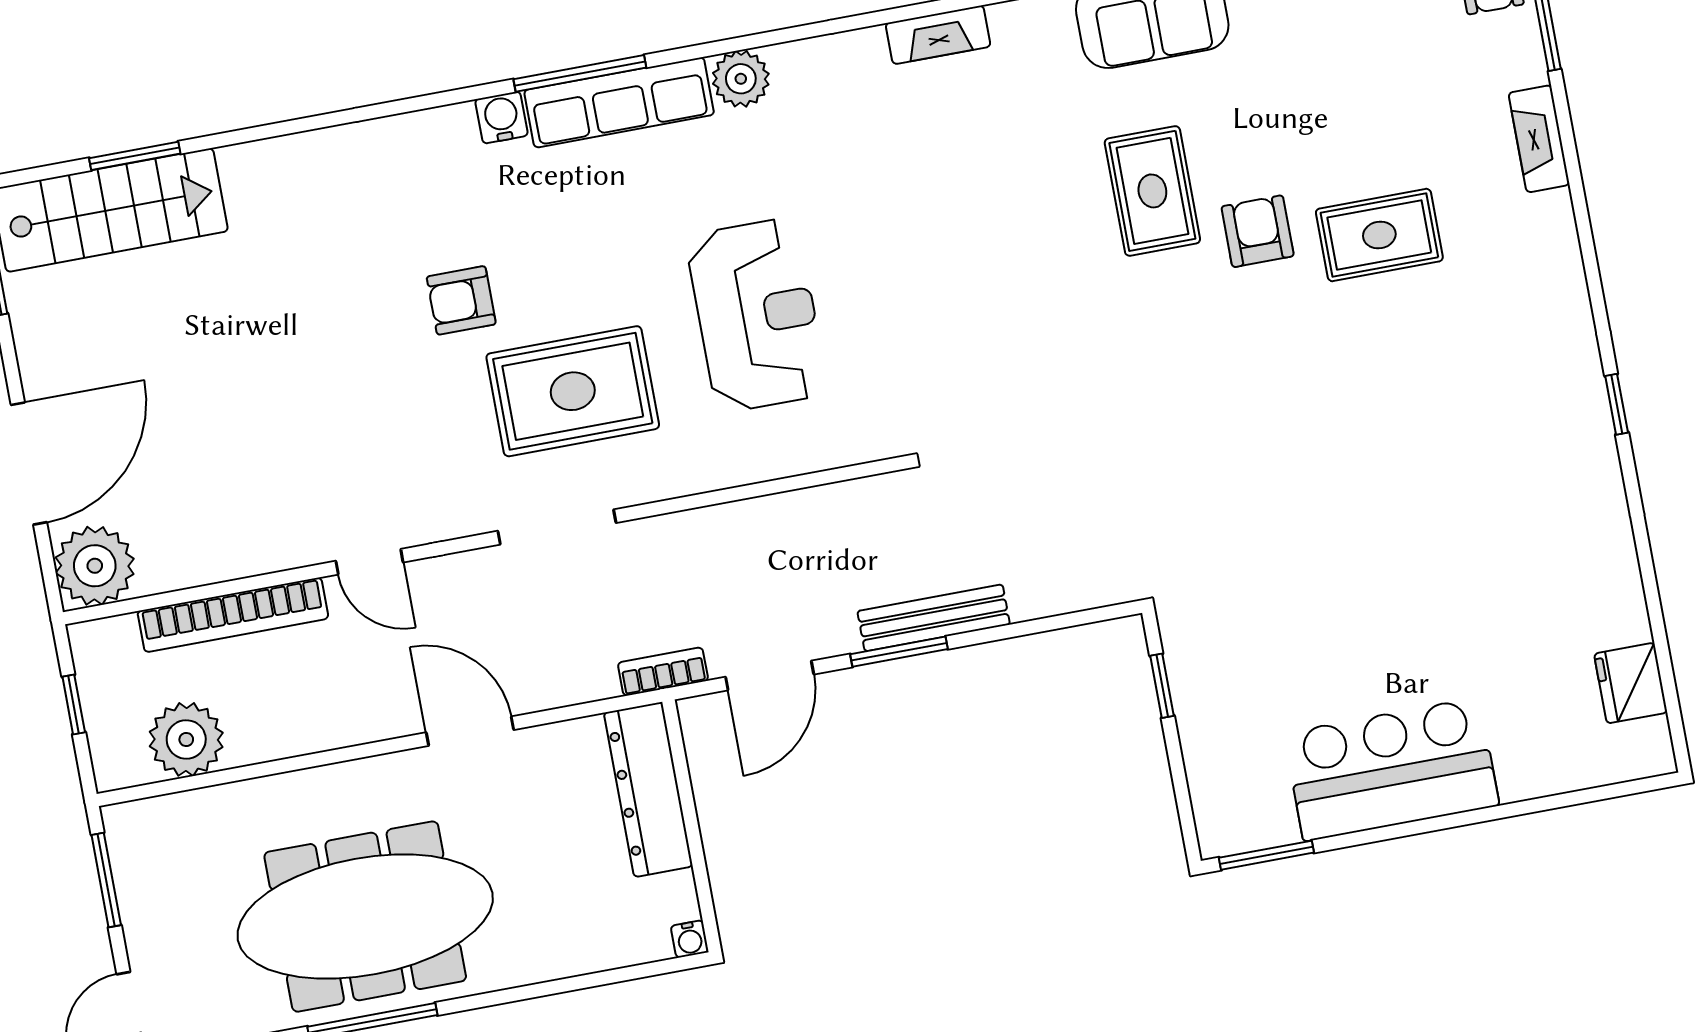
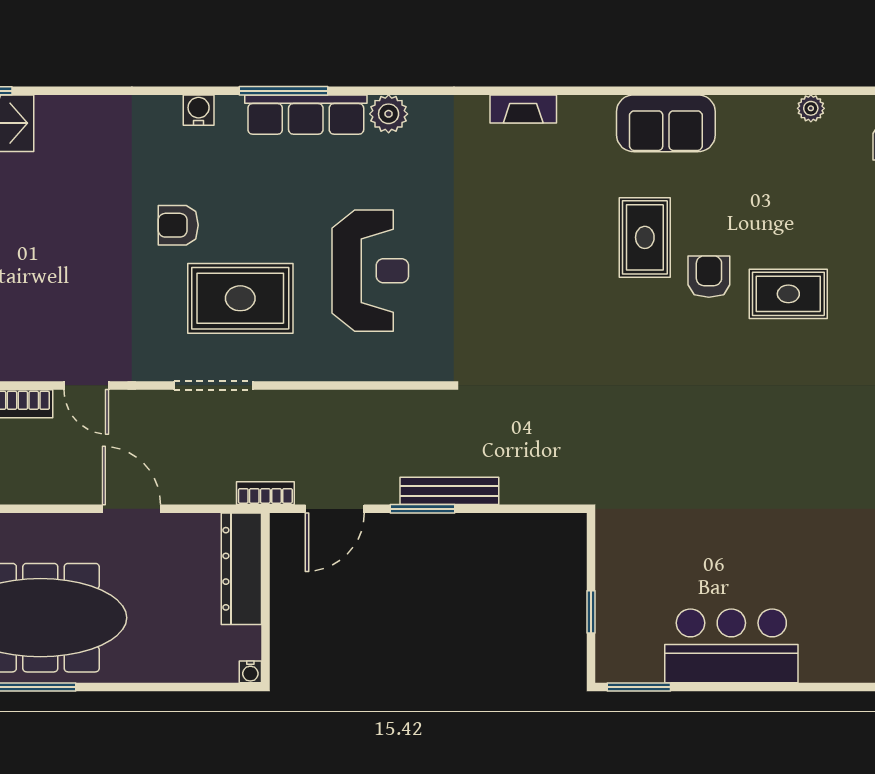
water cooler: (501, 117) -> (199, 110), moved
window: (1162, 686) -> (591, 612), moved

